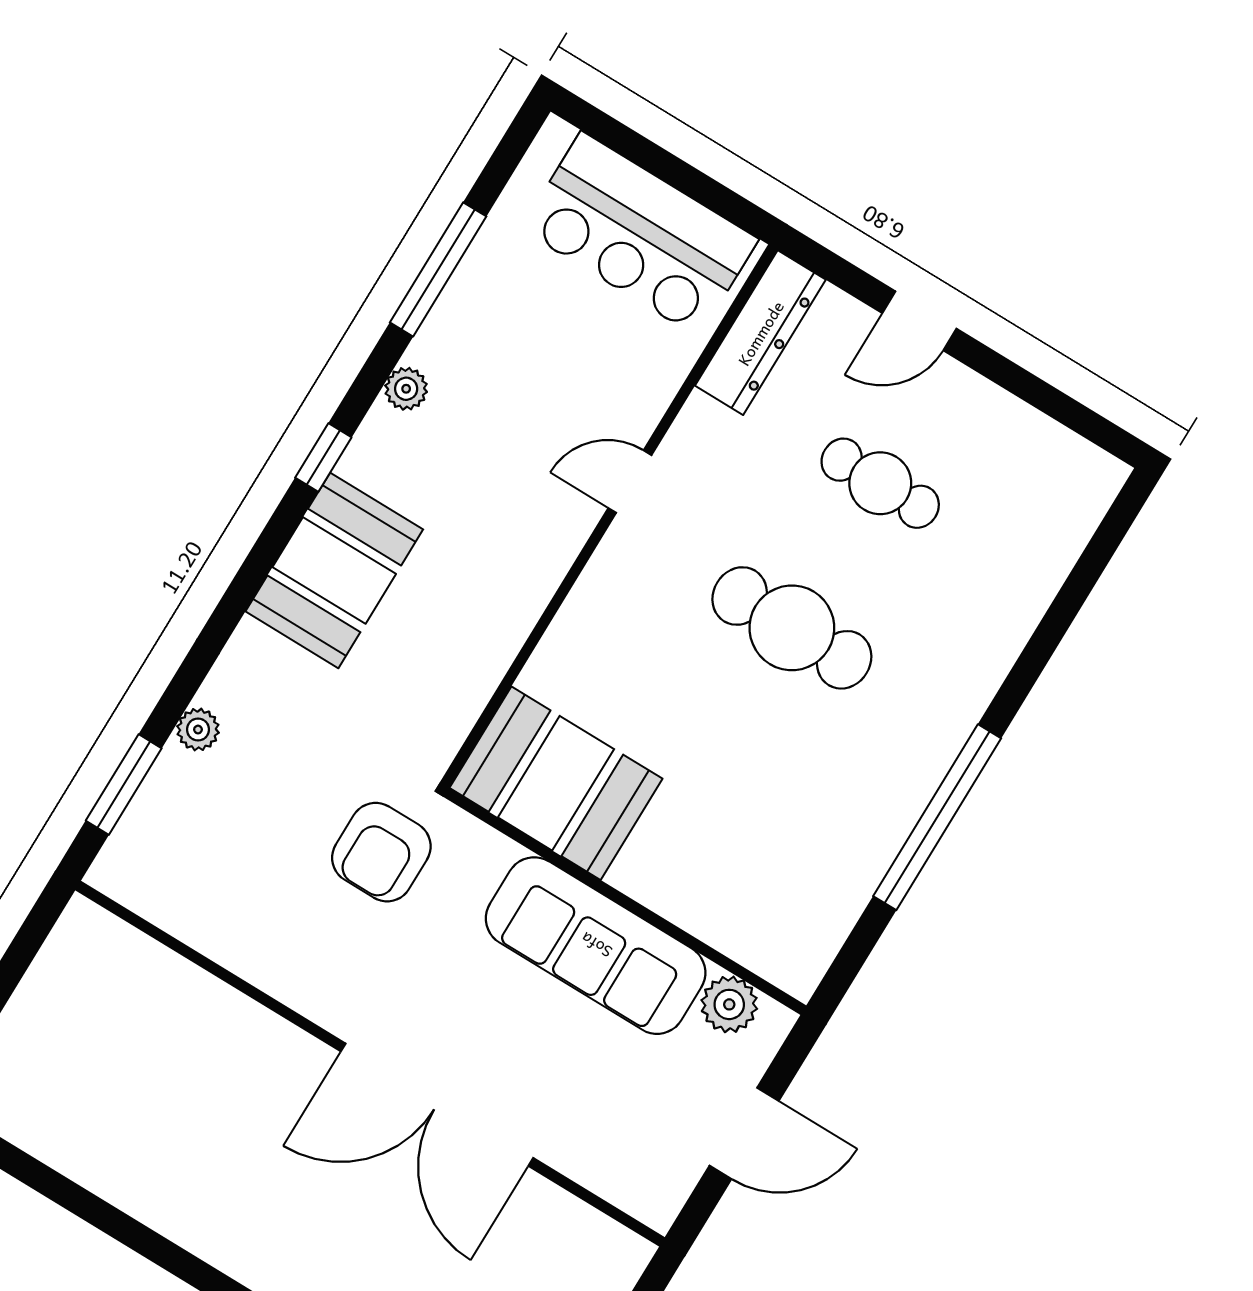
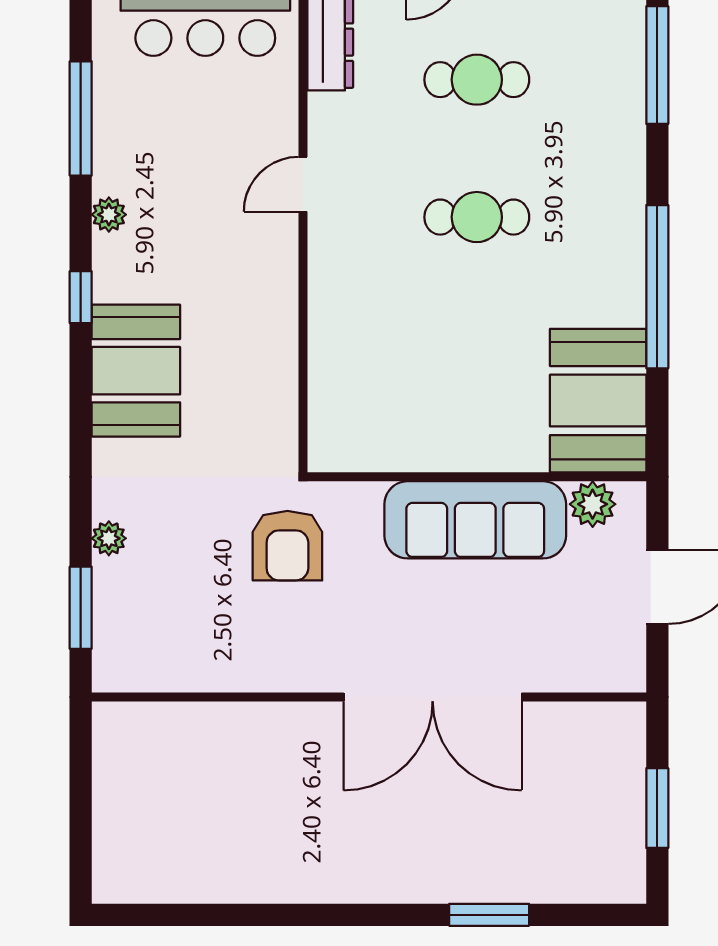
window: (1080, 584) -> (657, 65), added
cafe table: (792, 628) -> (477, 217), width x0.73, depth x0.74
booth: (556, 783) -> (598, 401), moved, turned 90

